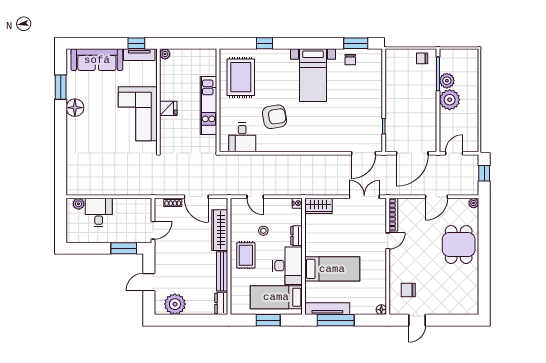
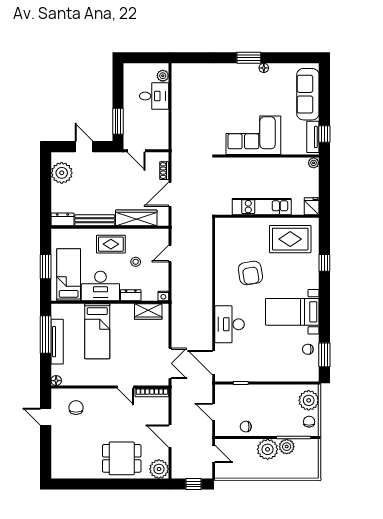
plant: (401, 59) -> (309, 400), added
window: (61, 87) -> (249, 58), moved
floor lamp: (75, 108) -> (264, 68), width x0.53, depth x0.53
fridge: (168, 108) -> (312, 206), moved, turned 180
chair: (427, 121) -> (246, 427), added
desk: (242, 137) -> (230, 324), moved, width x1.37
door: (412, 153) -> (214, 412), width x0.53
plant: (474, 203) -> (159, 469), width x1.88, depth x1.88
wardrobe: (318, 206) -> (148, 312), moved, turned -90
tv unit: (327, 309) -> (57, 342), moved

